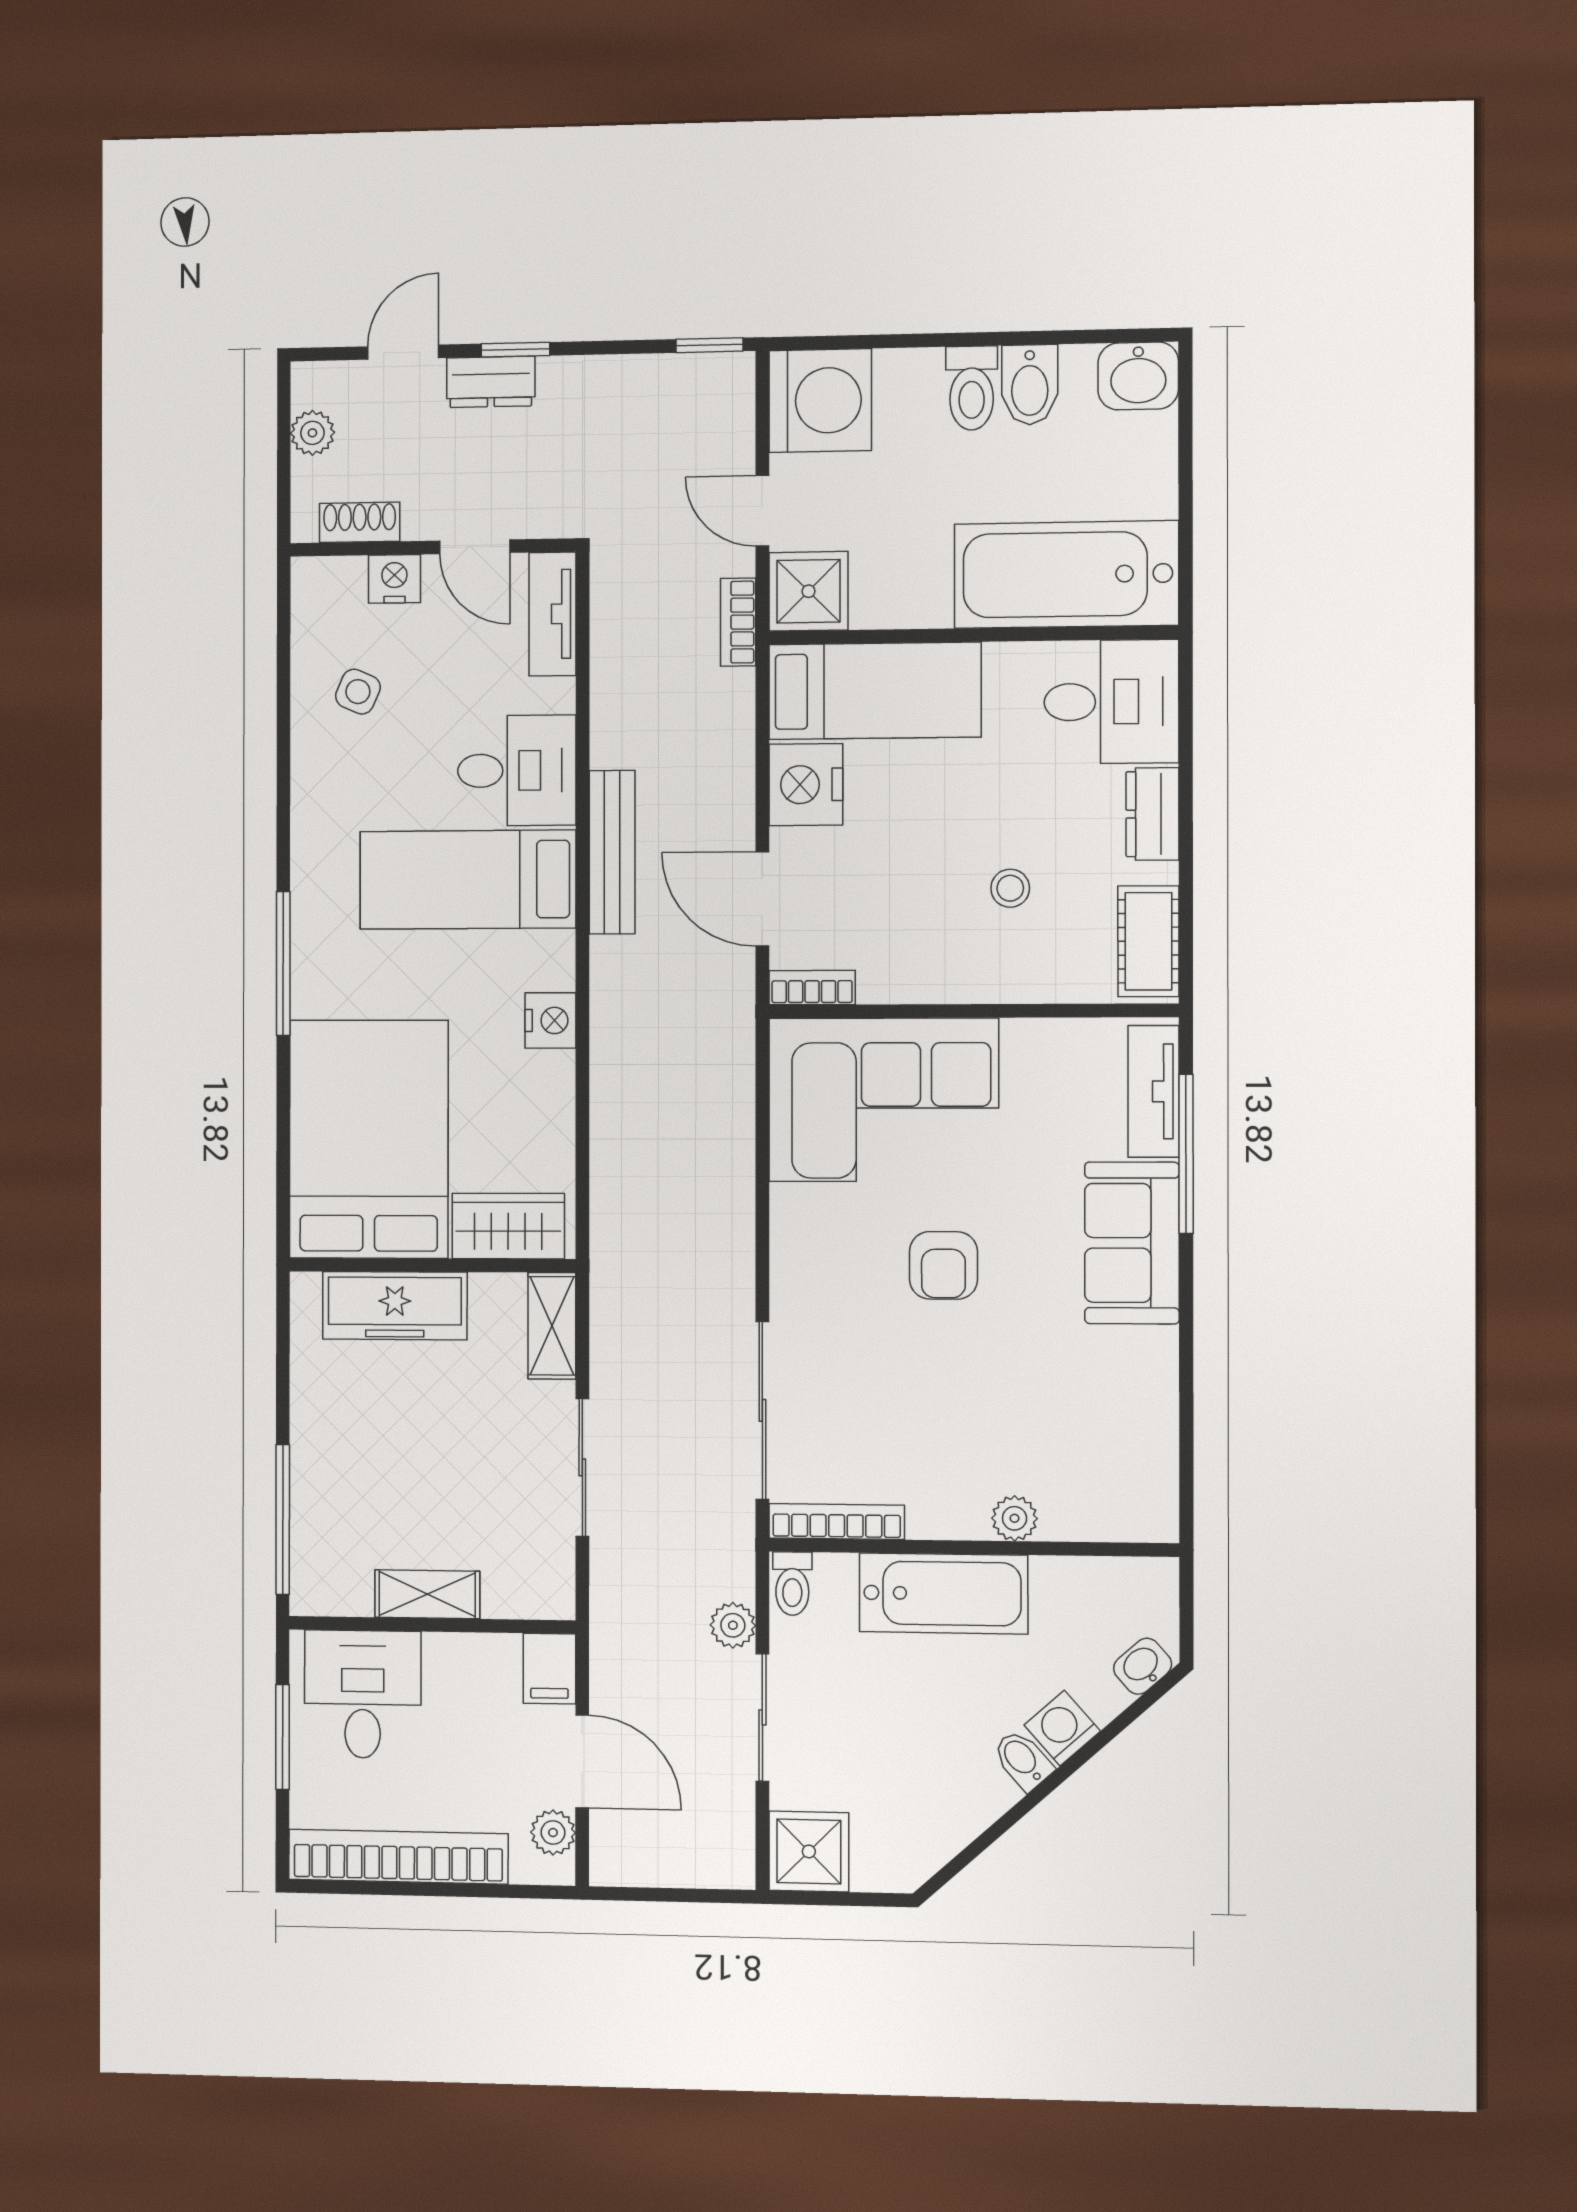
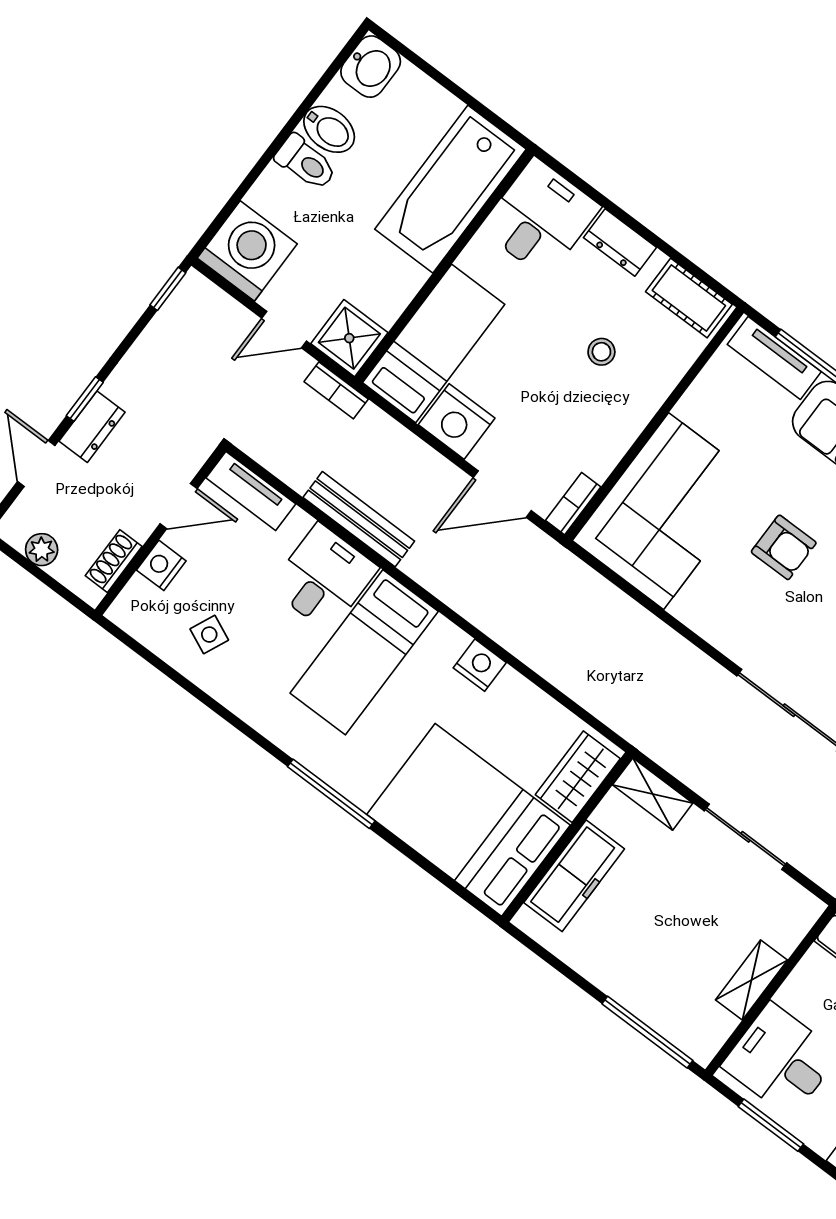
bench: (612, 852) -> (359, 519), moved

